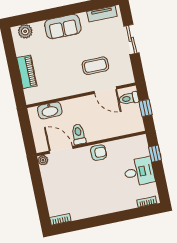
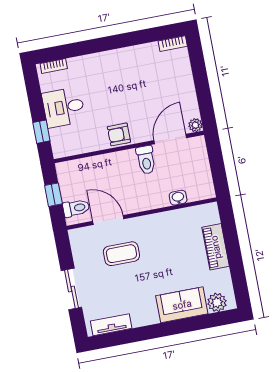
sofa: (63, 27) -> (182, 305), moved
washbasin: (50, 110) -> (178, 198), width x0.52, depth x0.69
door: (61, 150) -> (170, 139), swing flipped

